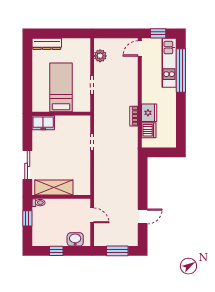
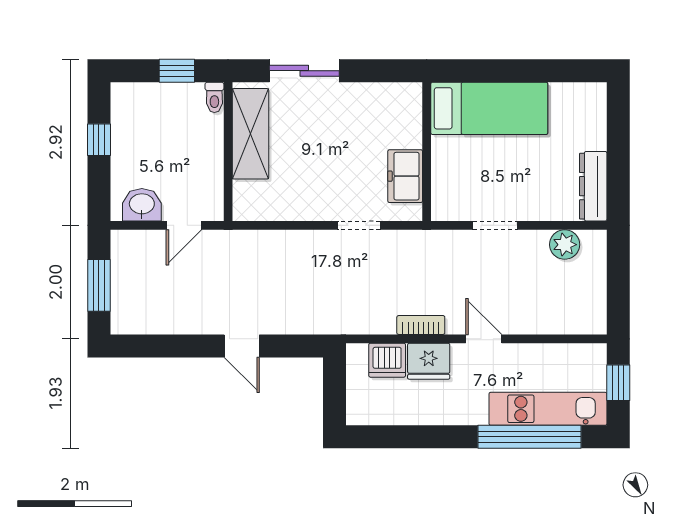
dresser: (47, 44) -> (593, 186), moved
door: (140, 48) -> (484, 339), moved
bed: (61, 87) -> (489, 108), moved
freezer: (43, 123) -> (405, 176), moved
door: (143, 216) -> (242, 346), moved
washbasin: (75, 239) -> (142, 205), moved, turned -90

